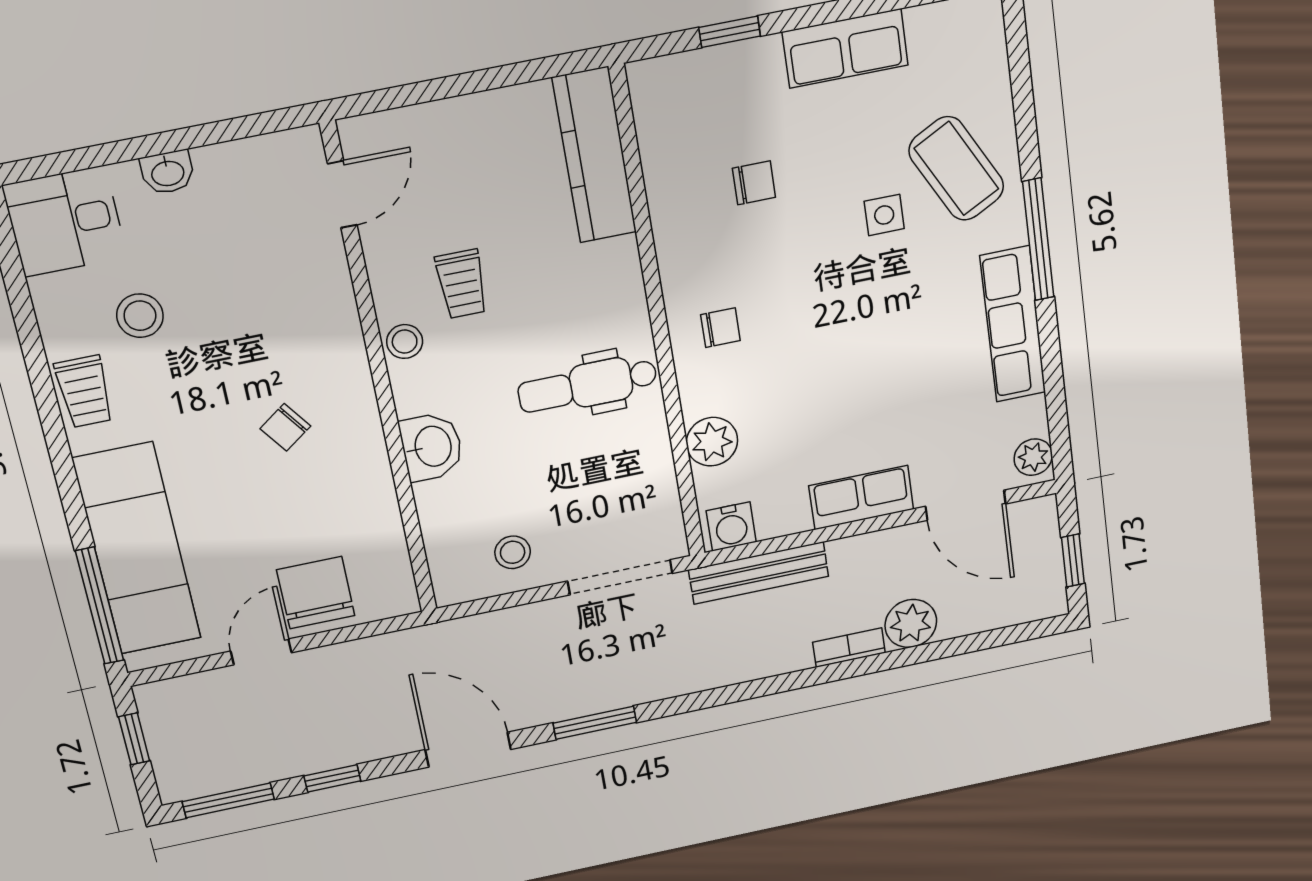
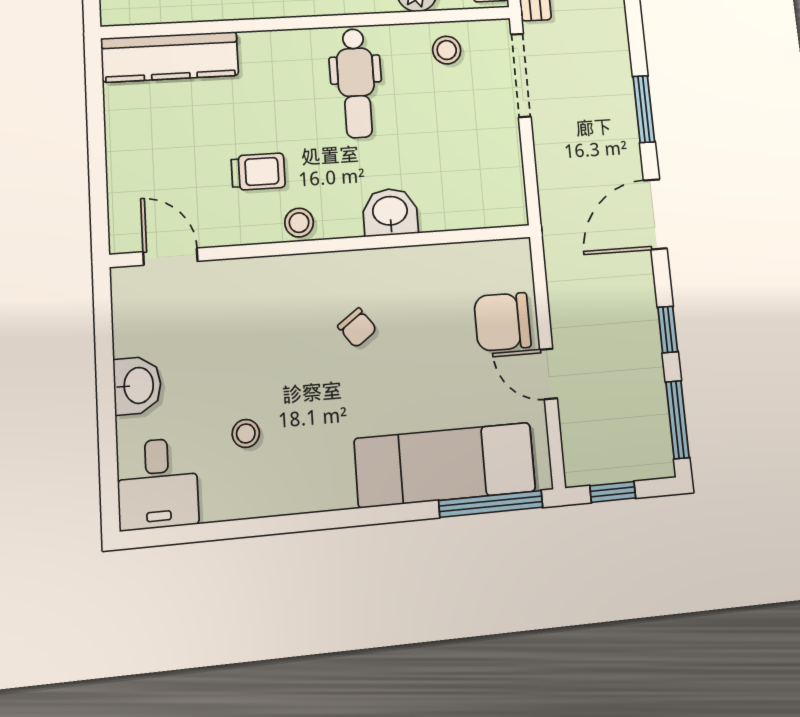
washbasin: (168, 172) -> (137, 385), width x1.38, depth x1.45
stool: (140, 316) -> (246, 433), width x0.73, depth x0.73
trolley: (84, 391) -> (303, 489), removed
stool: (513, 552) -> (447, 50), moved

